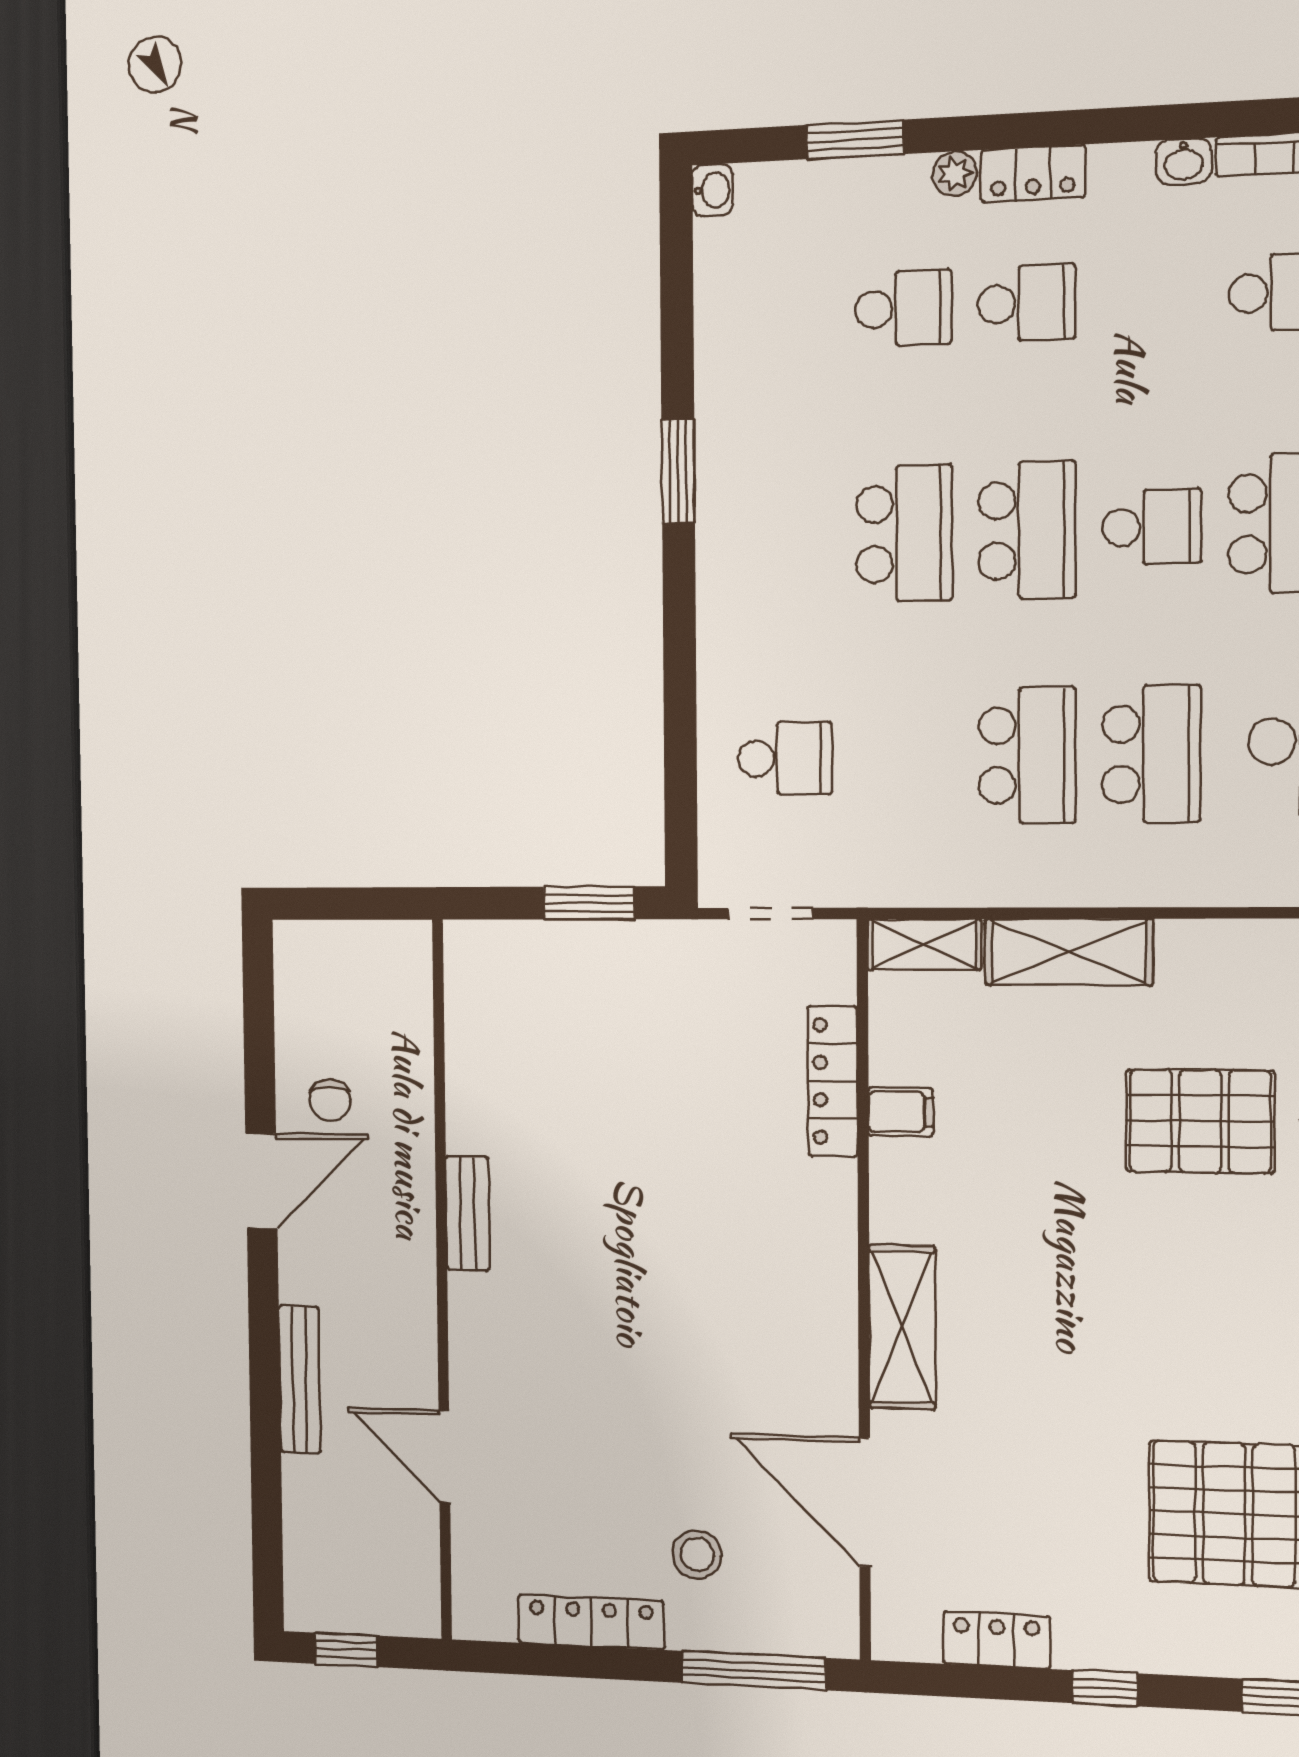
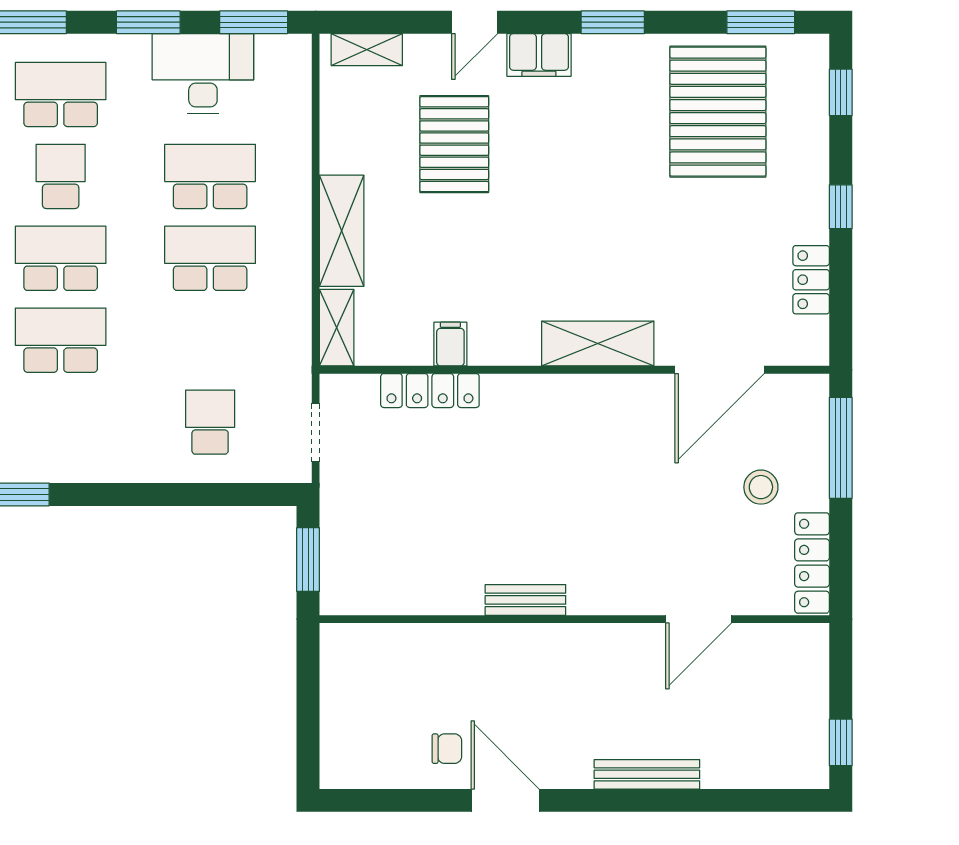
bench: (468, 1213) -> (525, 600), moved
wall: (442, 1282) -> (574, 619), moved
door: (444, 1457) -> (699, 619), moved

